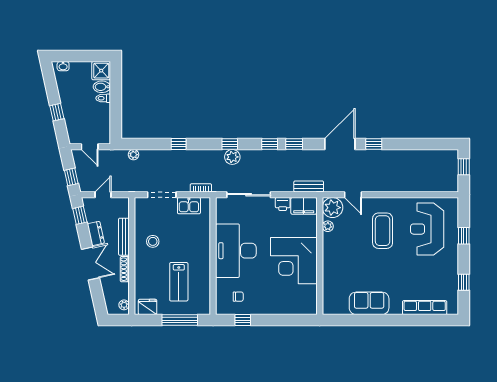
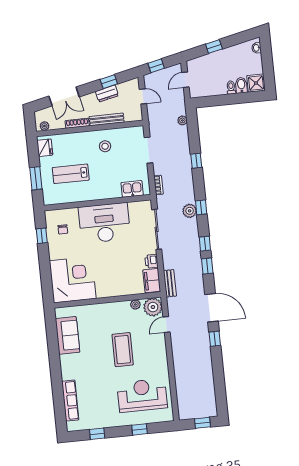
kitchen sink: (189, 206) -> (132, 189), moved, turned 90
window: (80, 215) -> (109, 82), moved
coffee table: (383, 231) -> (123, 350), moved, turned 90
corner desk: (294, 261) -> (73, 280), moved, turned 90
double door: (90, 264) -> (64, 96), moved
sofa: (369, 303) -> (68, 335), moved
window: (180, 320) -> (36, 178), width x0.69

